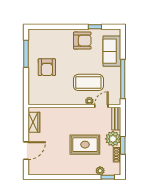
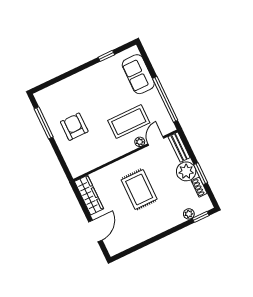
armchair: (82, 41) -> (100, 78), removed
armchair: (47, 67) -> (74, 127), turned 180
wardrobe: (34, 122) -> (89, 195), width x1.50
rug: (85, 145) -> (139, 189), moved, turned 90

